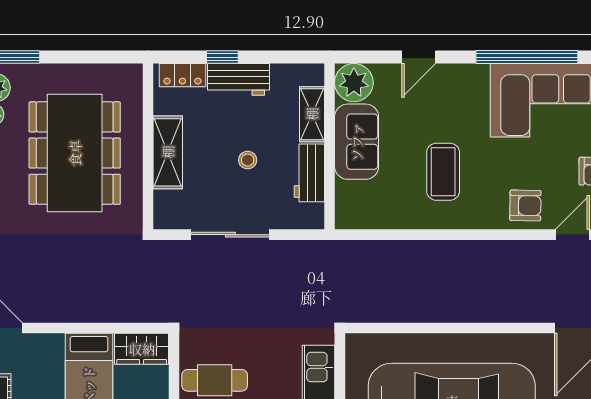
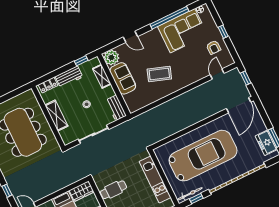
window: (222, 57) -> (81, 61), moved
door: (419, 57) -> (130, 37), hinge flipped
coffee table: (443, 172) -> (159, 74), turned -71
workbench: (309, 173) -> (116, 108), moved
armchair: (525, 206) -> (195, 72), removed

